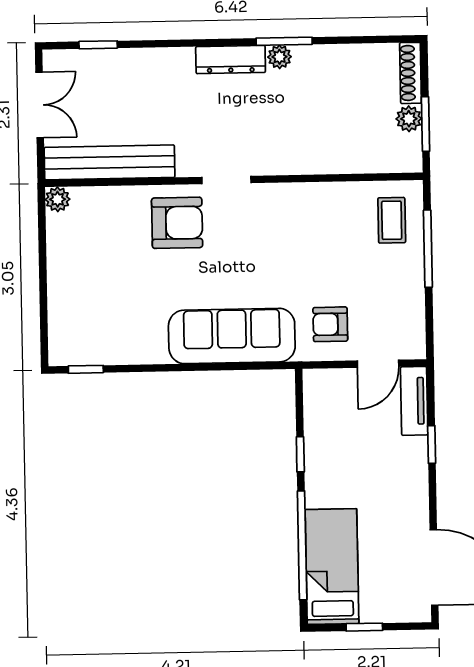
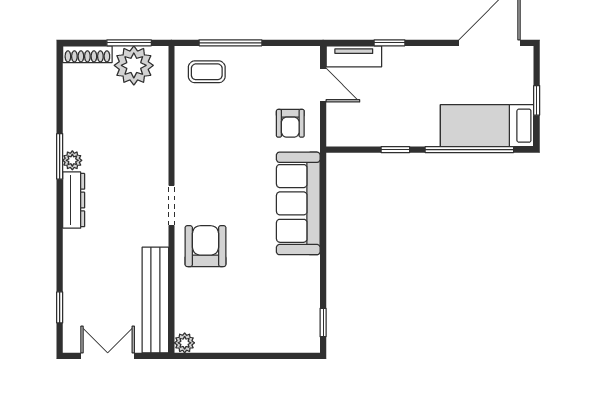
plant: (409, 119) -> (134, 65), width x1.88, depth x1.88

